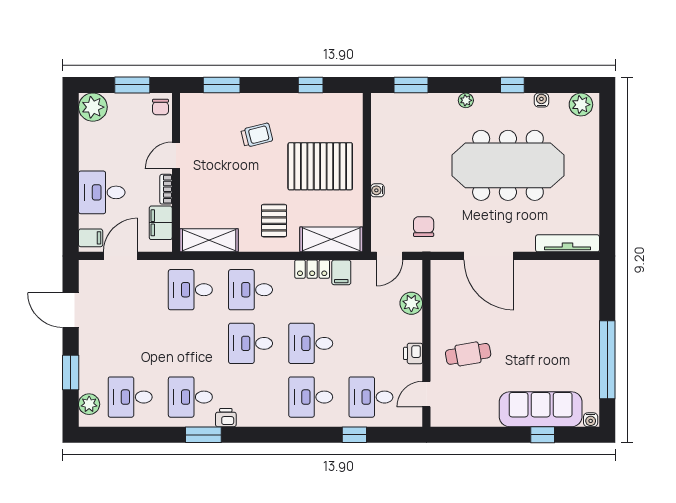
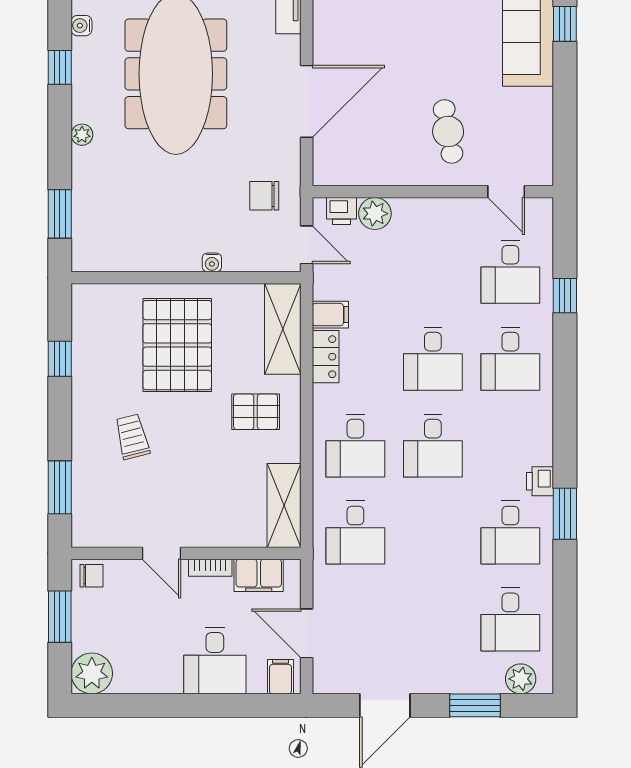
printer: (413, 353) -> (342, 211), moved

